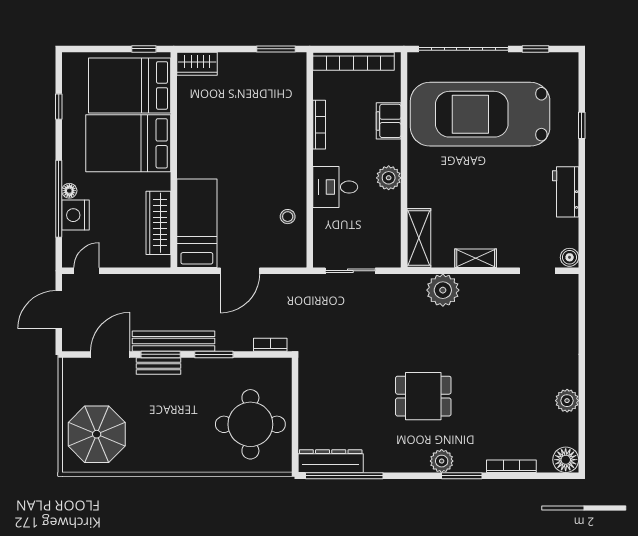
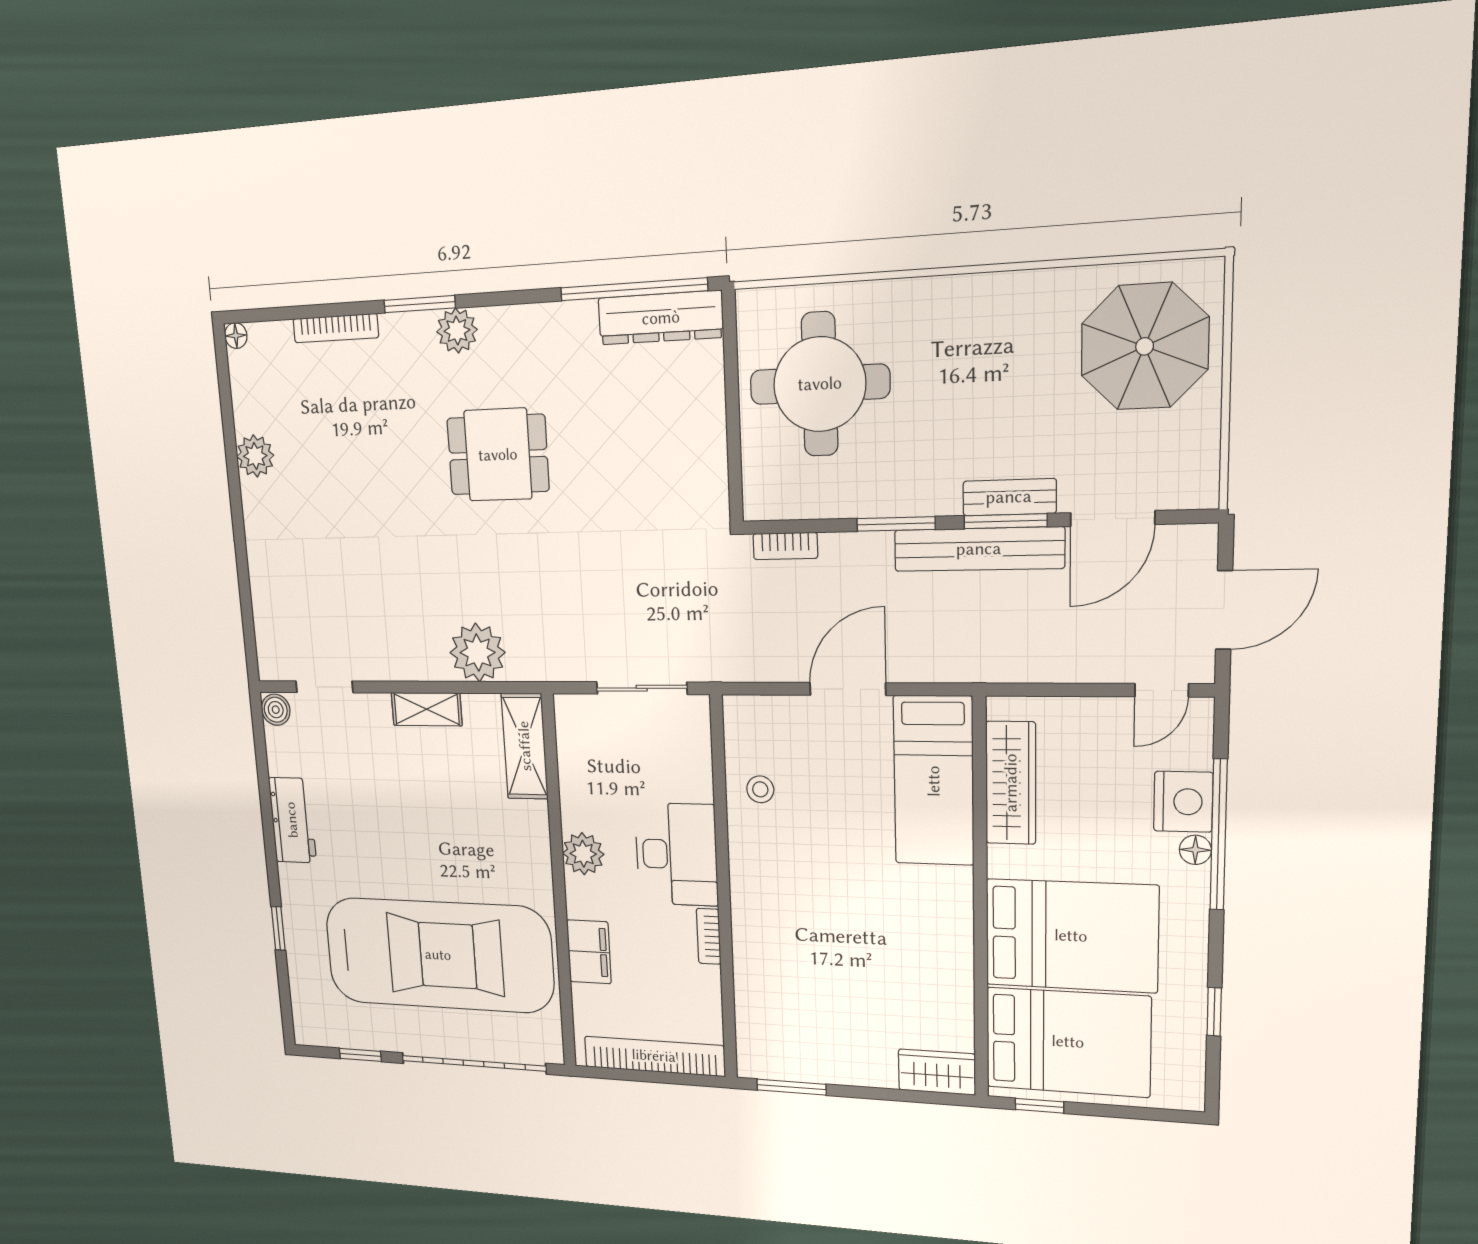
bookcase: (319, 125) -> (709, 936), width x0.64
desk: (335, 187) -> (677, 854), width x1.37
floor lamp: (566, 460) -> (236, 336), width x0.53, depth x0.53

